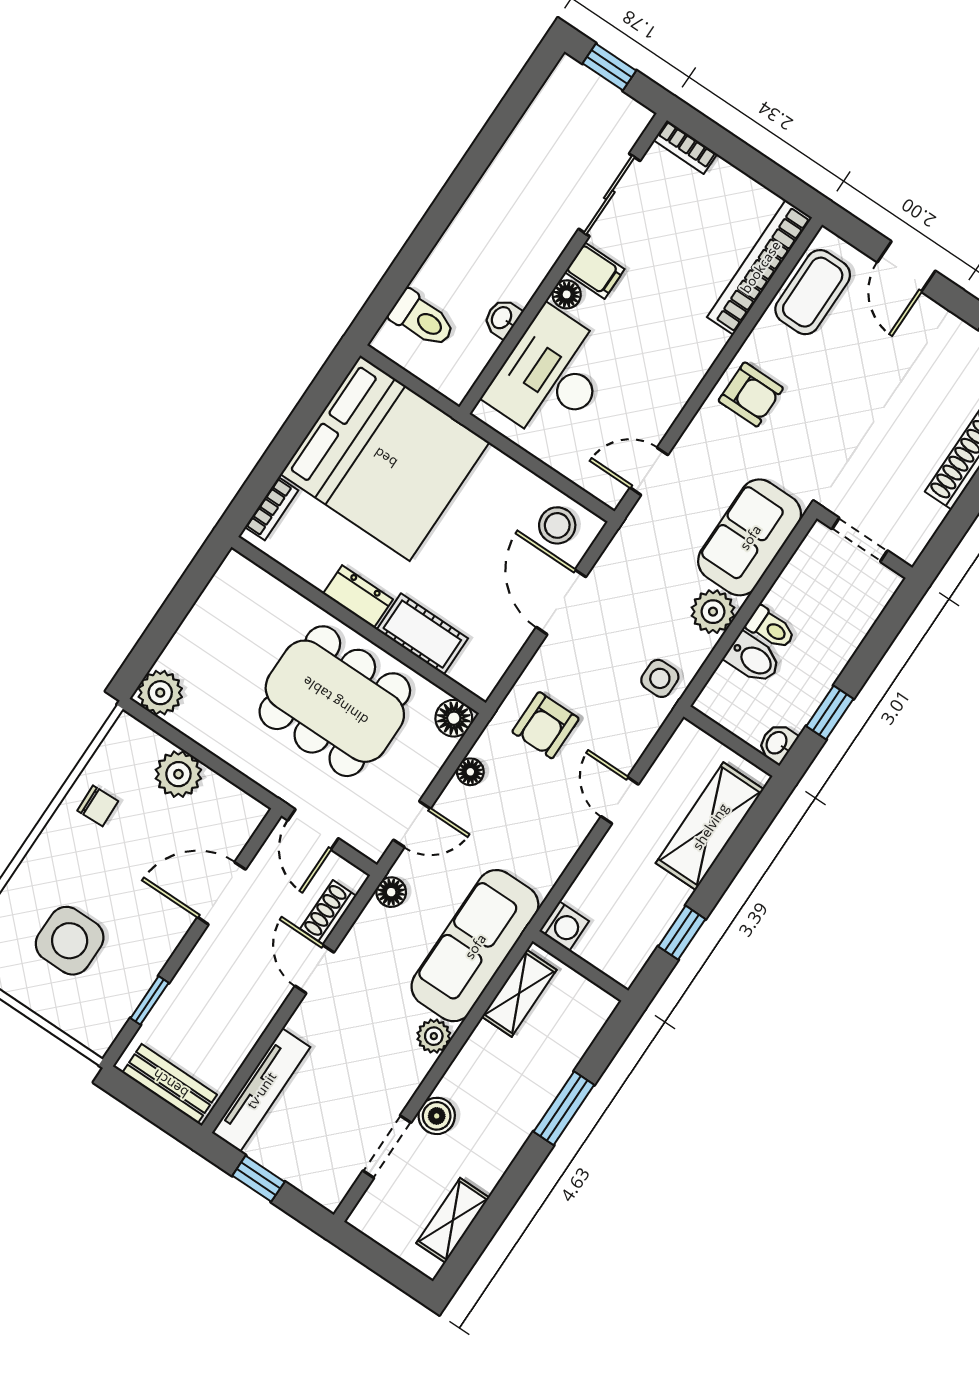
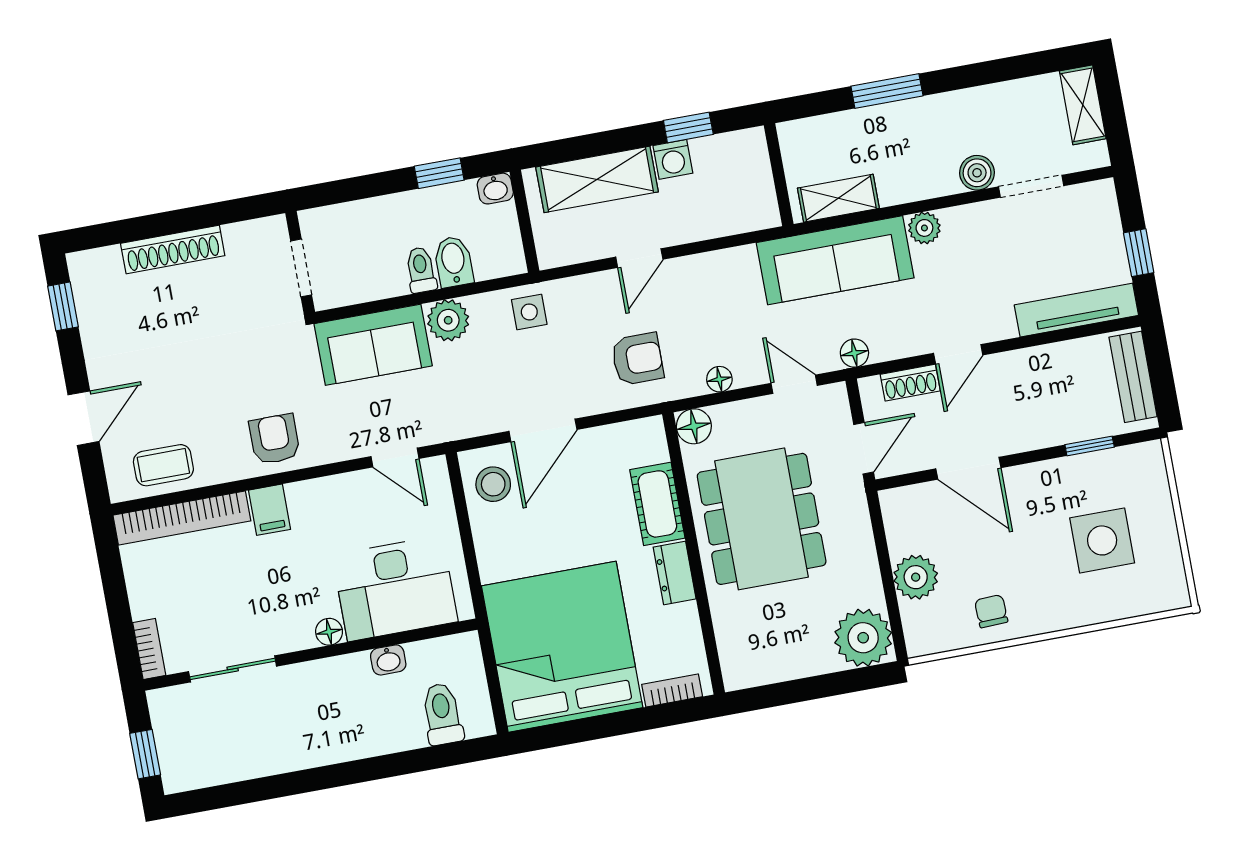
filing cabinet: (595, 271) -> (270, 510), moved, turned 180
coffee table: (813, 292) -> (163, 465), width x0.73, depth x0.77
plant: (160, 693) -> (863, 638), width x1.36, depth x1.36
washing machine: (564, 926) -> (673, 159), moved, turned 180
shelving: (453, 1220) -> (1083, 105), moved, turned 90

